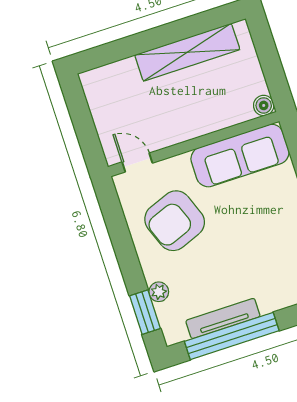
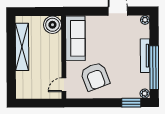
boiler: (264, 105) -> (52, 25), width x1.86, depth x1.86
plant: (159, 292) -> (145, 94), moved
tv unit: (223, 318) -> (145, 56), moved

